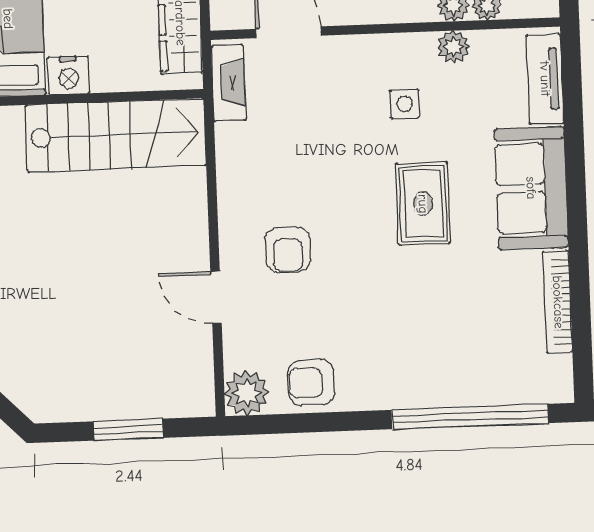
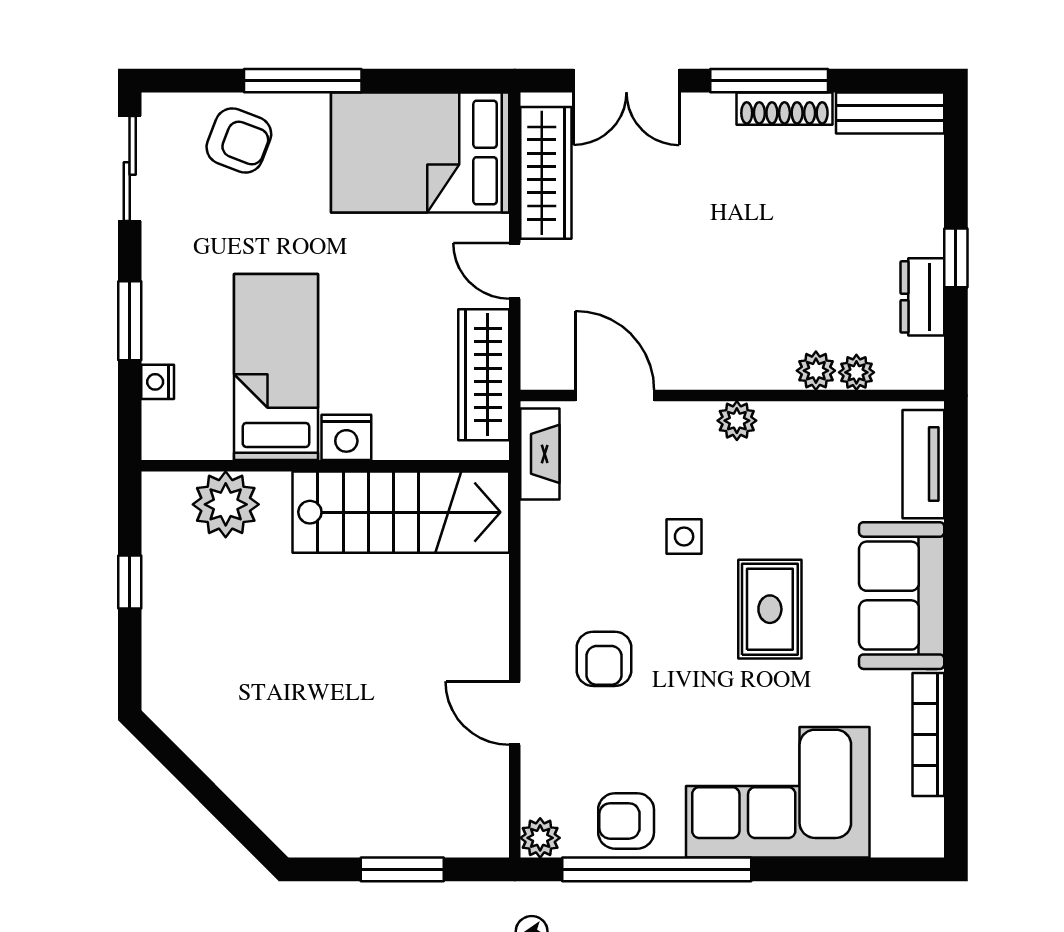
plant: (453, 47) -> (737, 421), moved
side table: (405, 104) -> (684, 537), moved
corner sofa: (435, 354) -> (778, 792), added
plant: (247, 393) -> (540, 838), width x0.73, depth x0.73
window: (470, 417) -> (657, 869), moved

